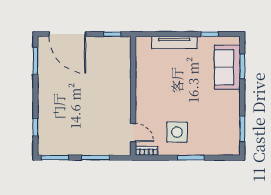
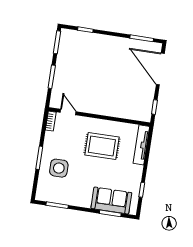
door: (67, 34) -> (160, 69), hinge flipped
tv unit: (174, 42) -> (141, 145), moved
rug: (166, 88) -> (102, 146), added
door: (133, 132) -> (68, 112), swing flipped
side table: (177, 132) -> (59, 168), moved

